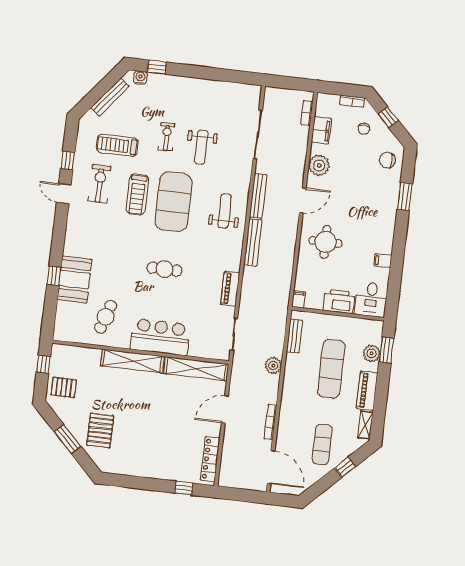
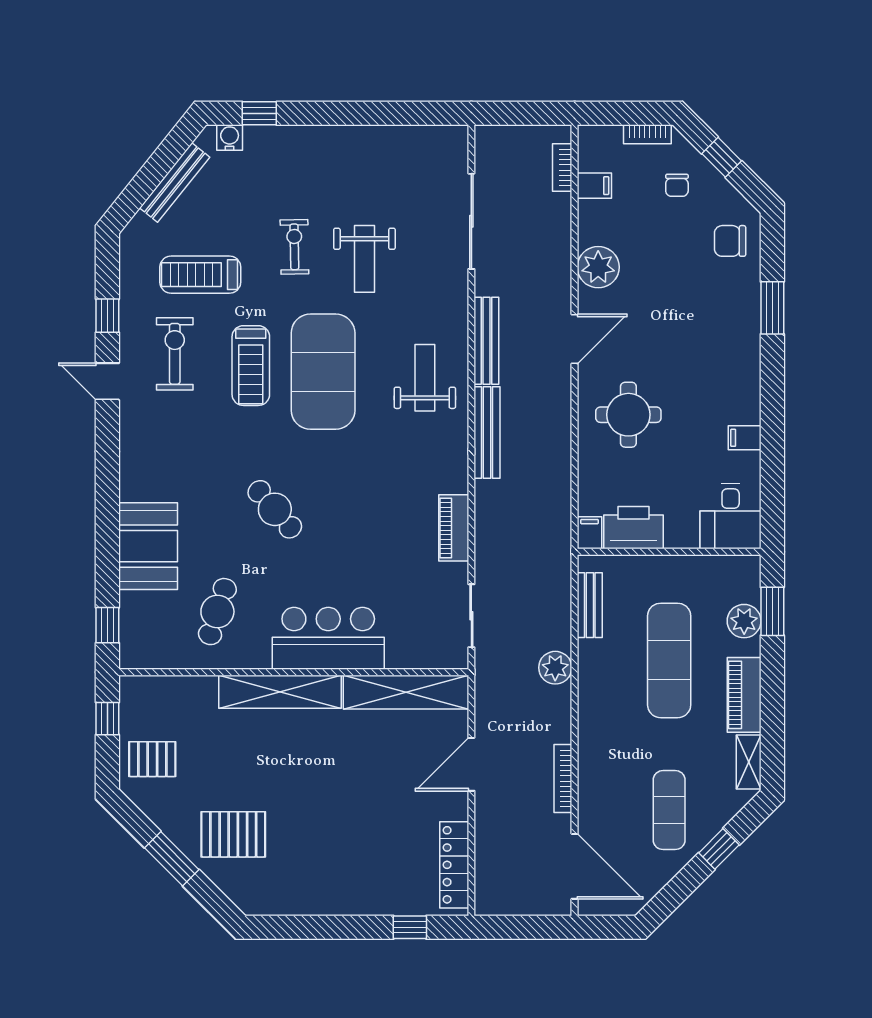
filing cabinet: (321, 130) -> (594, 186), width x0.50
cafe table: (165, 269) -> (275, 509), moved, turned 49
window: (54, 276) -> (107, 625), moved
printer: (339, 301) -> (633, 528), moved
pallet: (100, 430) -> (233, 834), turned 90

